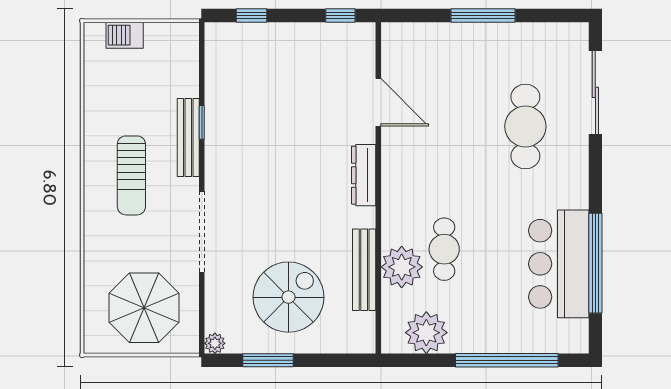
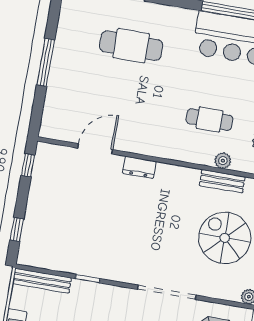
bench: (188, 138) -> (42, 281), moved
dresser: (364, 175) -> (139, 167), width x0.70
plant: (402, 267) -> (223, 161), width x0.53, depth x0.53
bench: (364, 270) -> (222, 181), width x0.73

